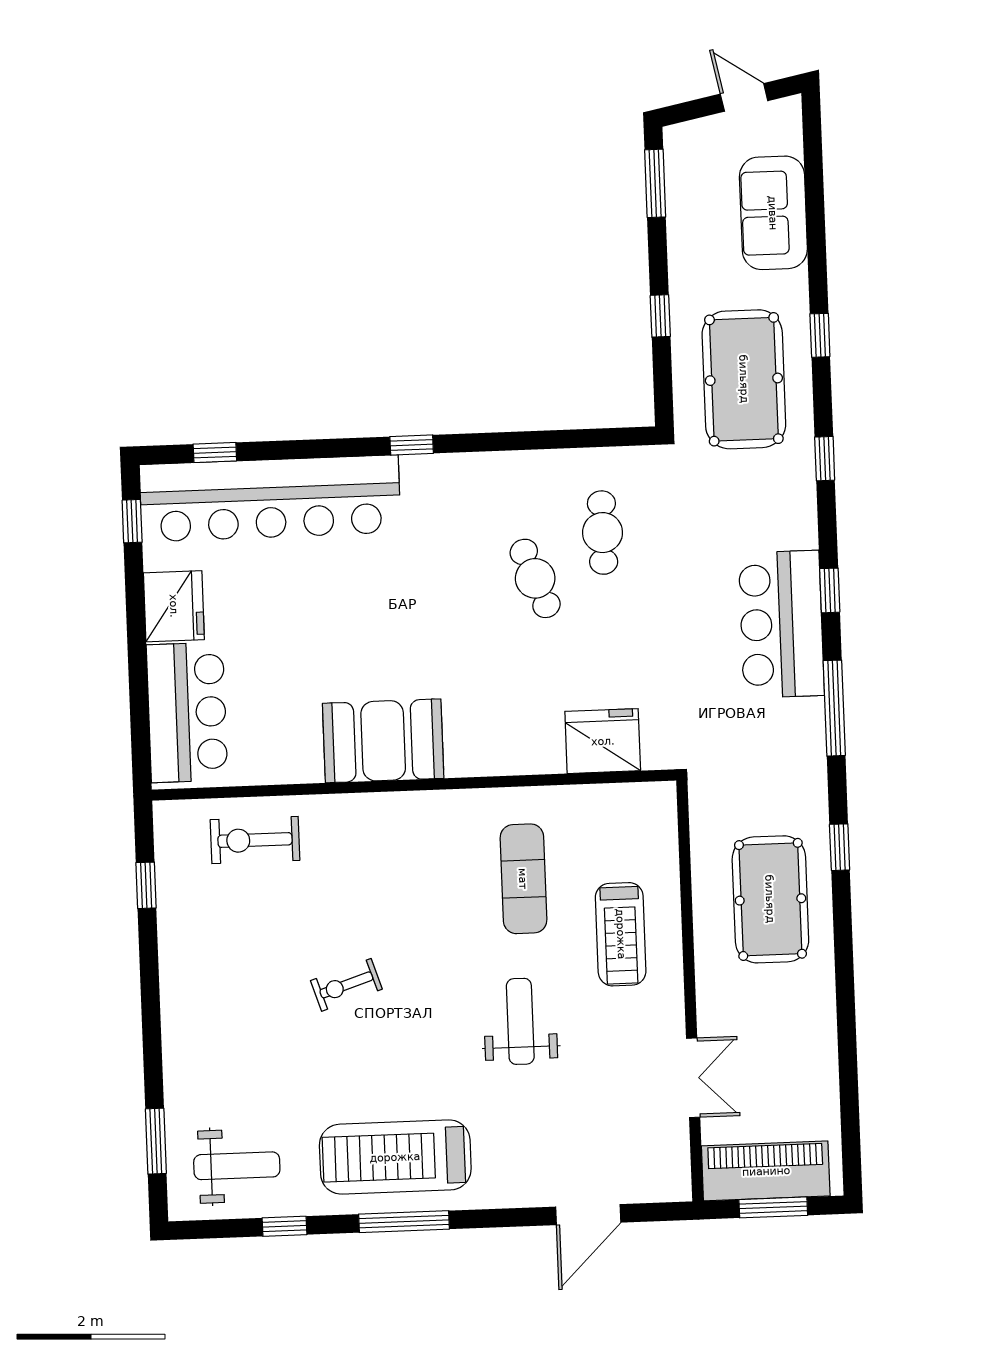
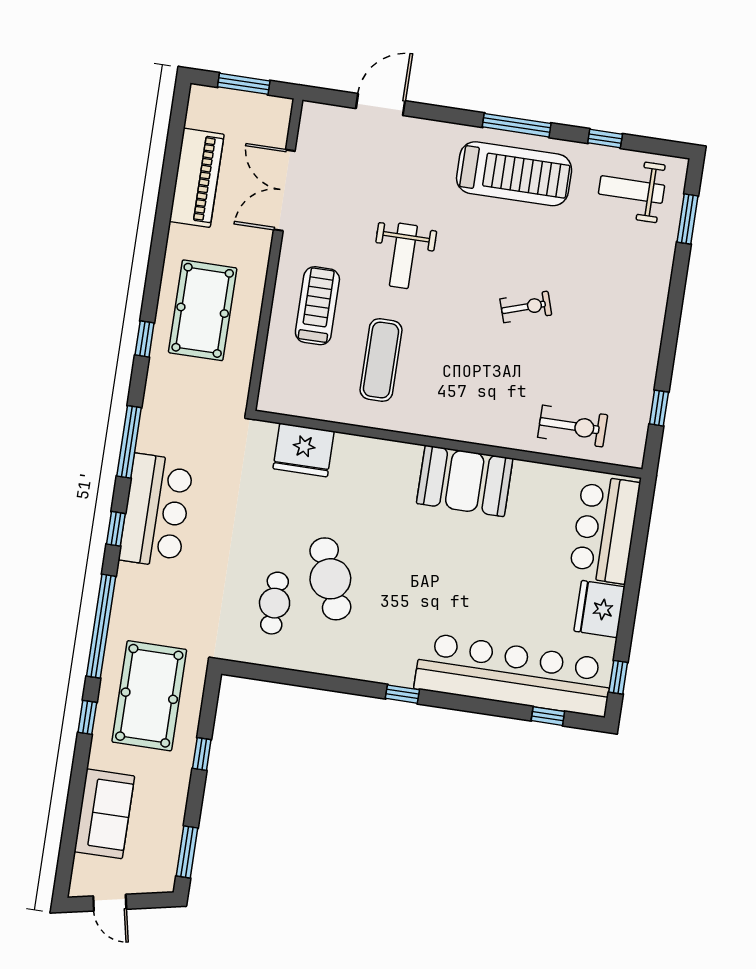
window: (825, 459) -> (101, 626), width x3.17
cafe table: (535, 578) -> (330, 579), width x1.37, depth x1.35
double door: (693, 1078) -> (284, 190), width x1.37
piano: (766, 1171) -> (197, 178), moved, turned -90

